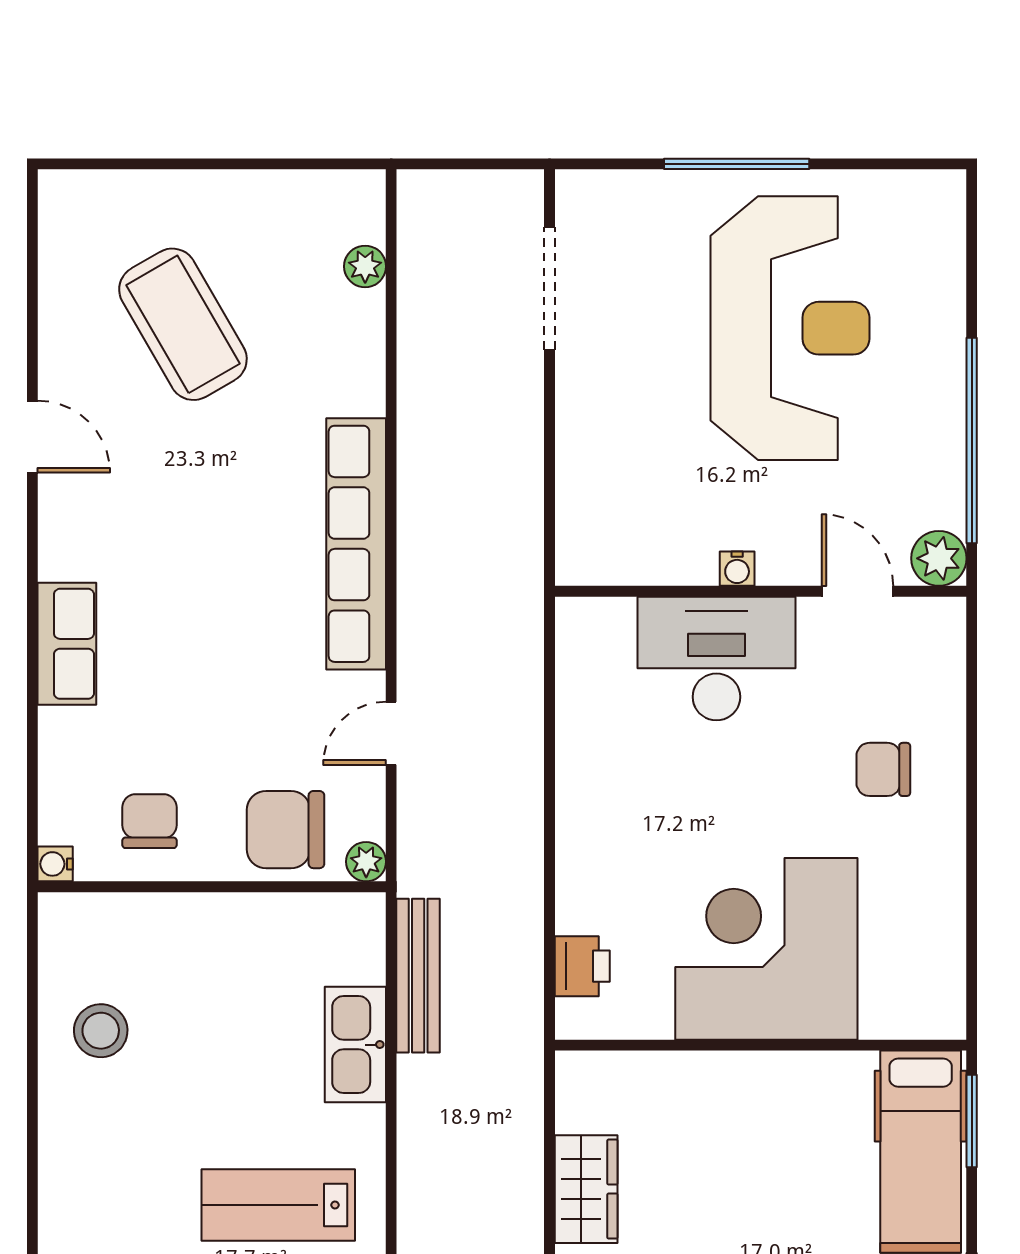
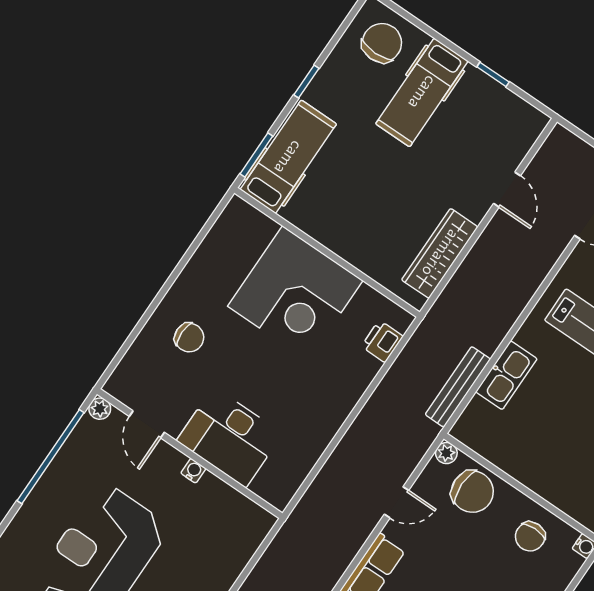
plant: (939, 558) -> (100, 409), width x0.73, depth x0.73
wardrobe: (586, 1189) -> (440, 253), width x1.50

